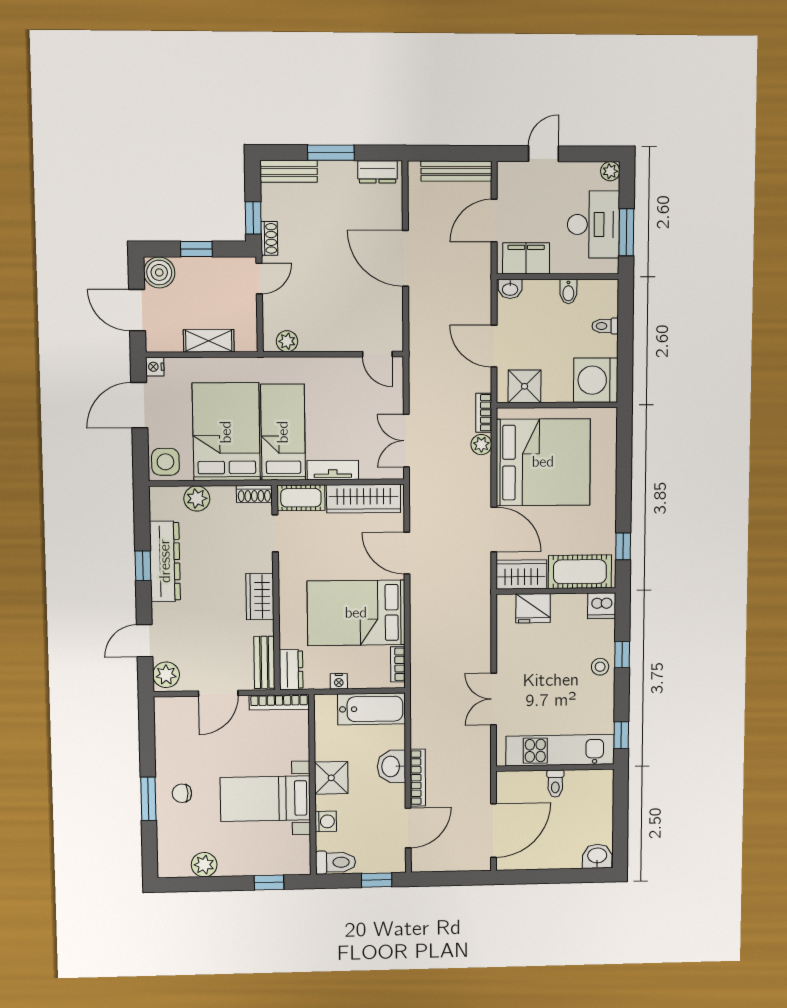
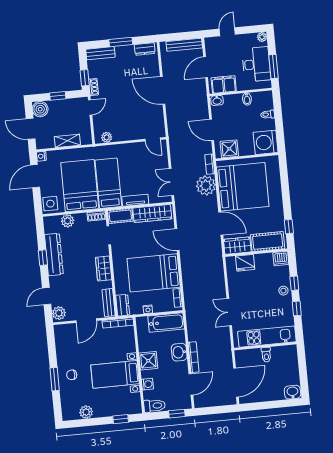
plant: (481, 445) -> (206, 185), width x1.88, depth x1.88
window: (621, 735) -> (297, 308), moved

